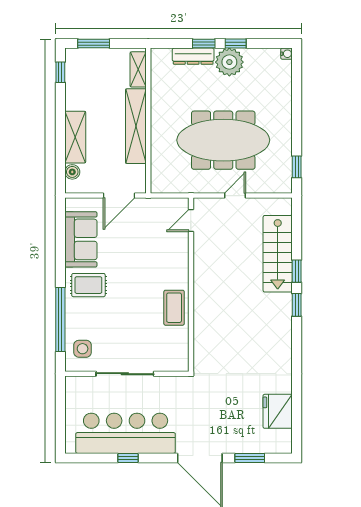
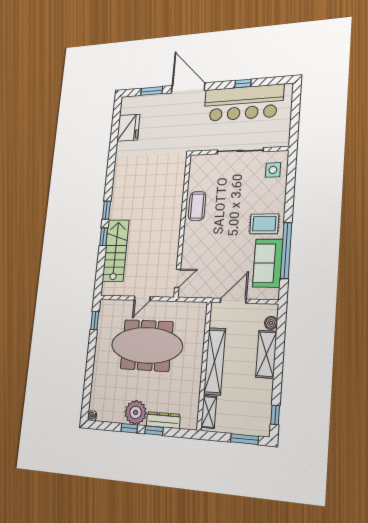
window: (60, 319) -> (286, 250), moved

